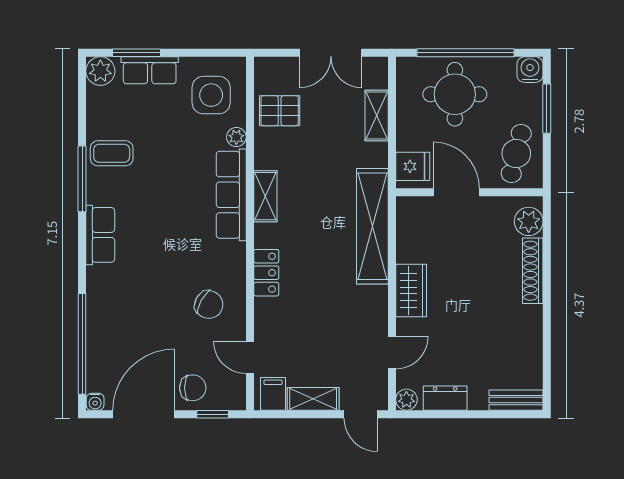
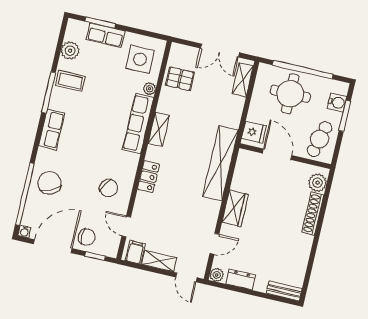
water cooler: (530, 70) -> (337, 102), moved, turned 90
plant: (100, 71) -> (70, 51), moved
shelving: (377, 115) -> (243, 80), moved
chair: (116, 318) -> (49, 183), added

